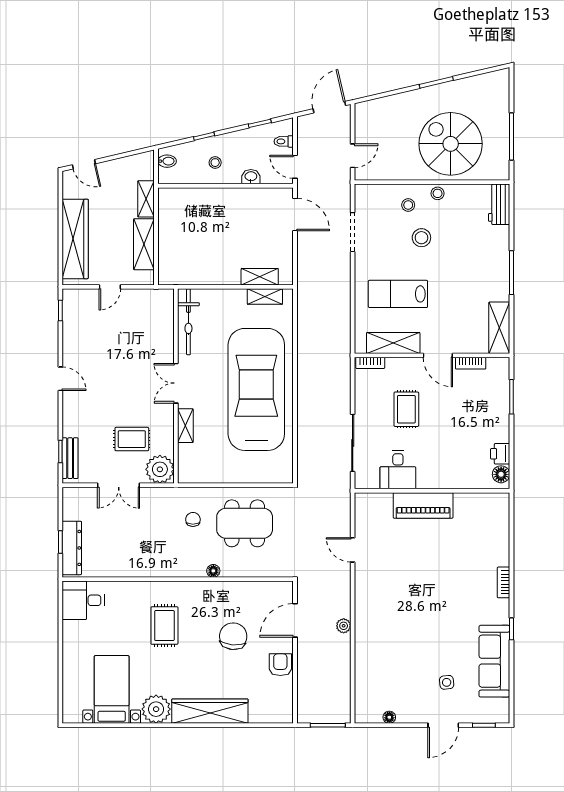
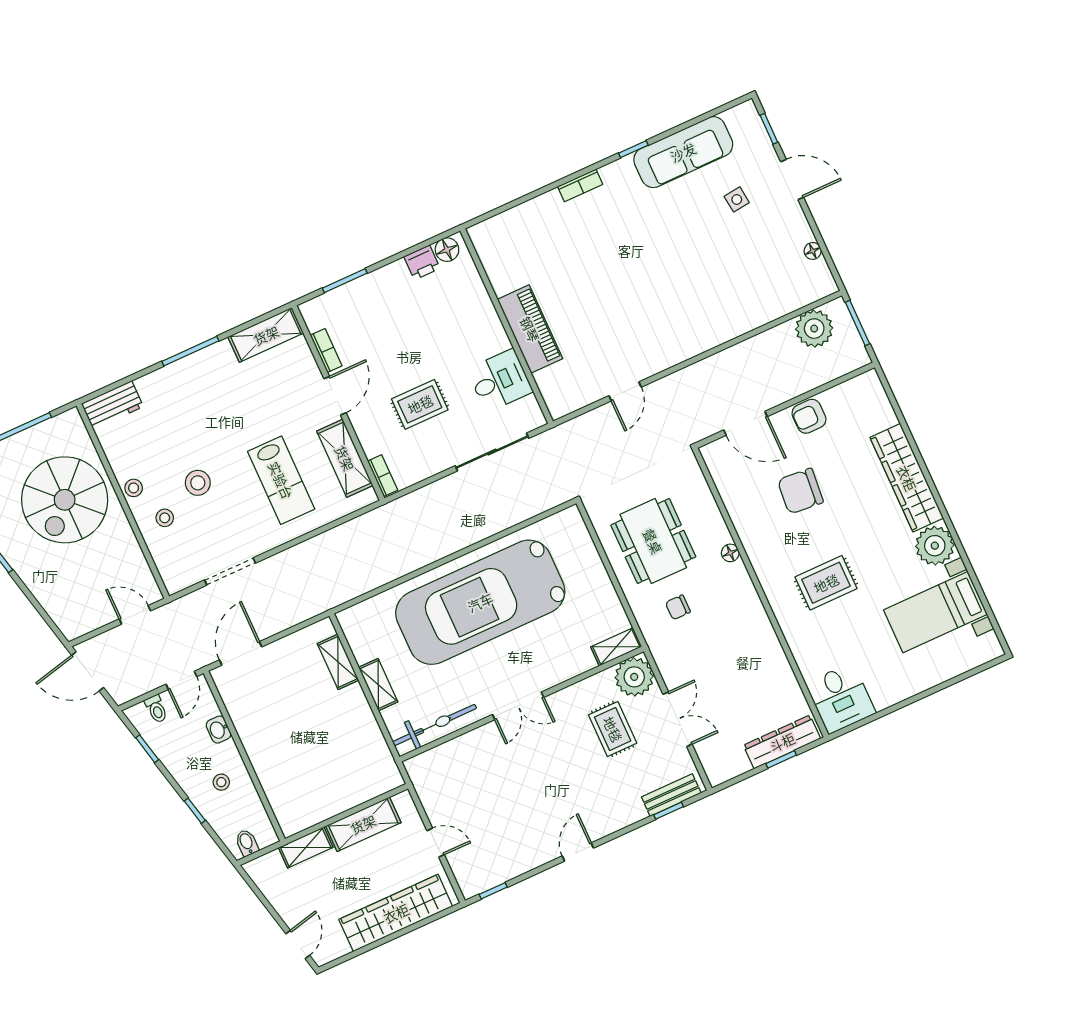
shelving: (265, 297) -> (378, 685), moved
shelving: (185, 426) -> (616, 647), moved
plant: (344, 626) -> (814, 329), moved, width x1.88, depth x1.88

